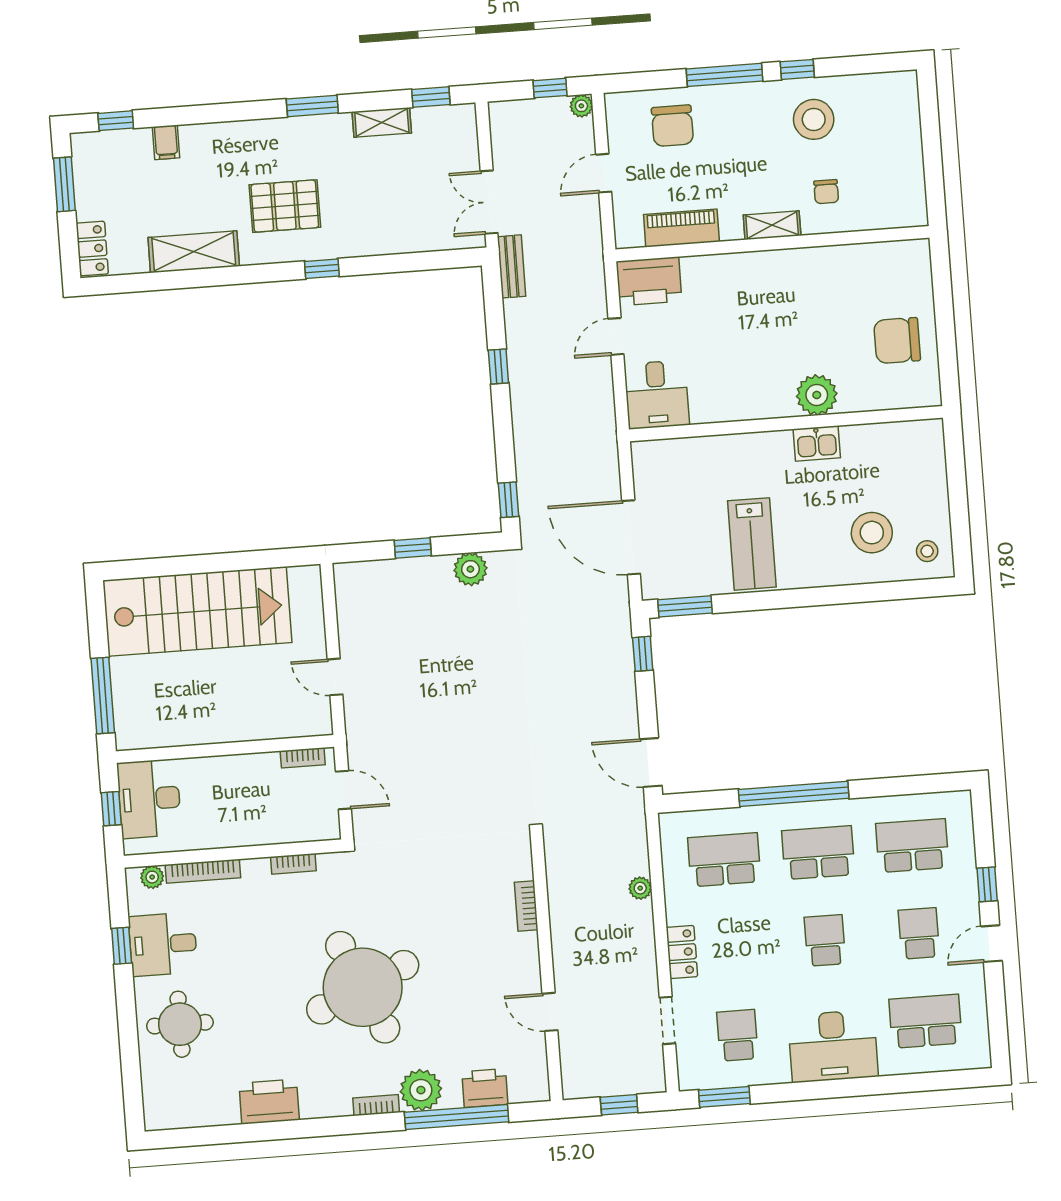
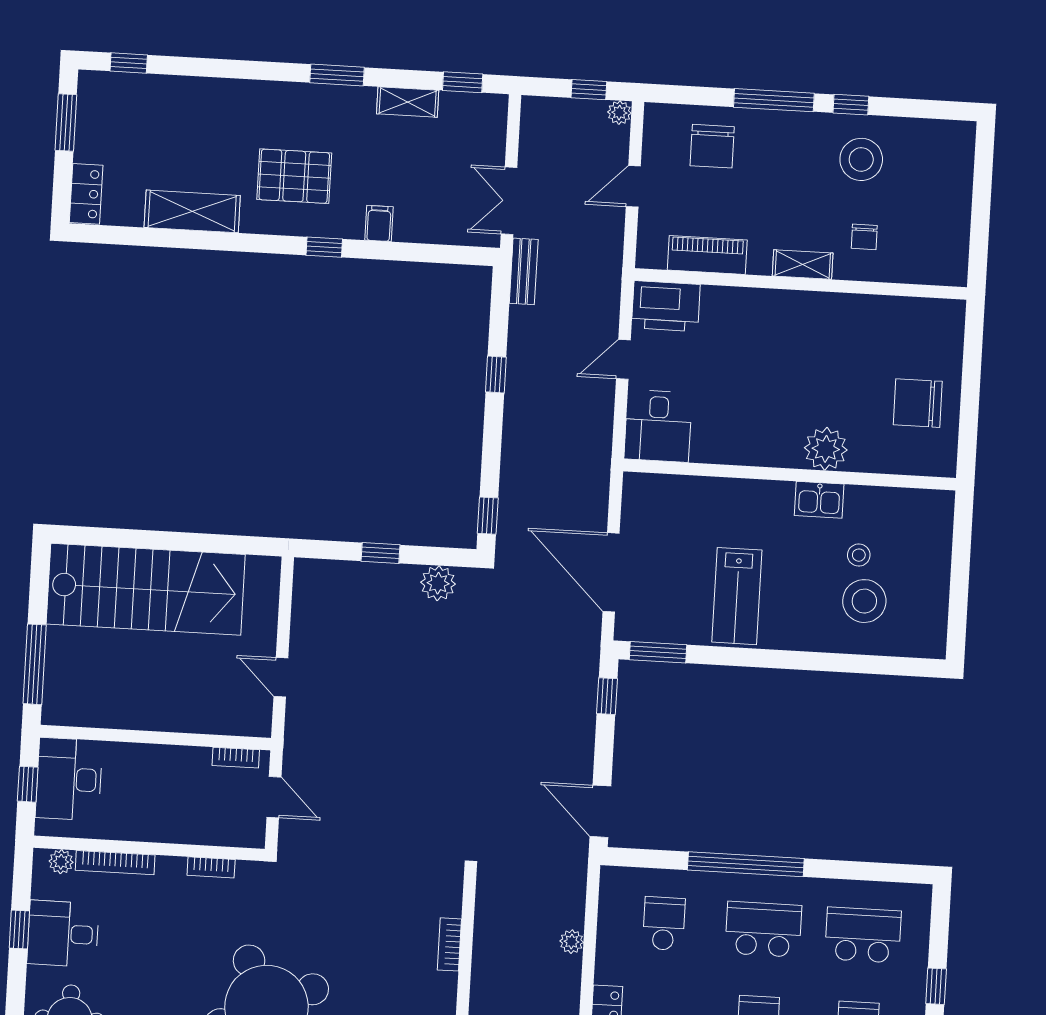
filing cabinet: (166, 142) -> (379, 223), moved, turned 180
stool: (927, 551) -> (859, 555), moved
school desk: (724, 860) -> (664, 924), width x0.54

